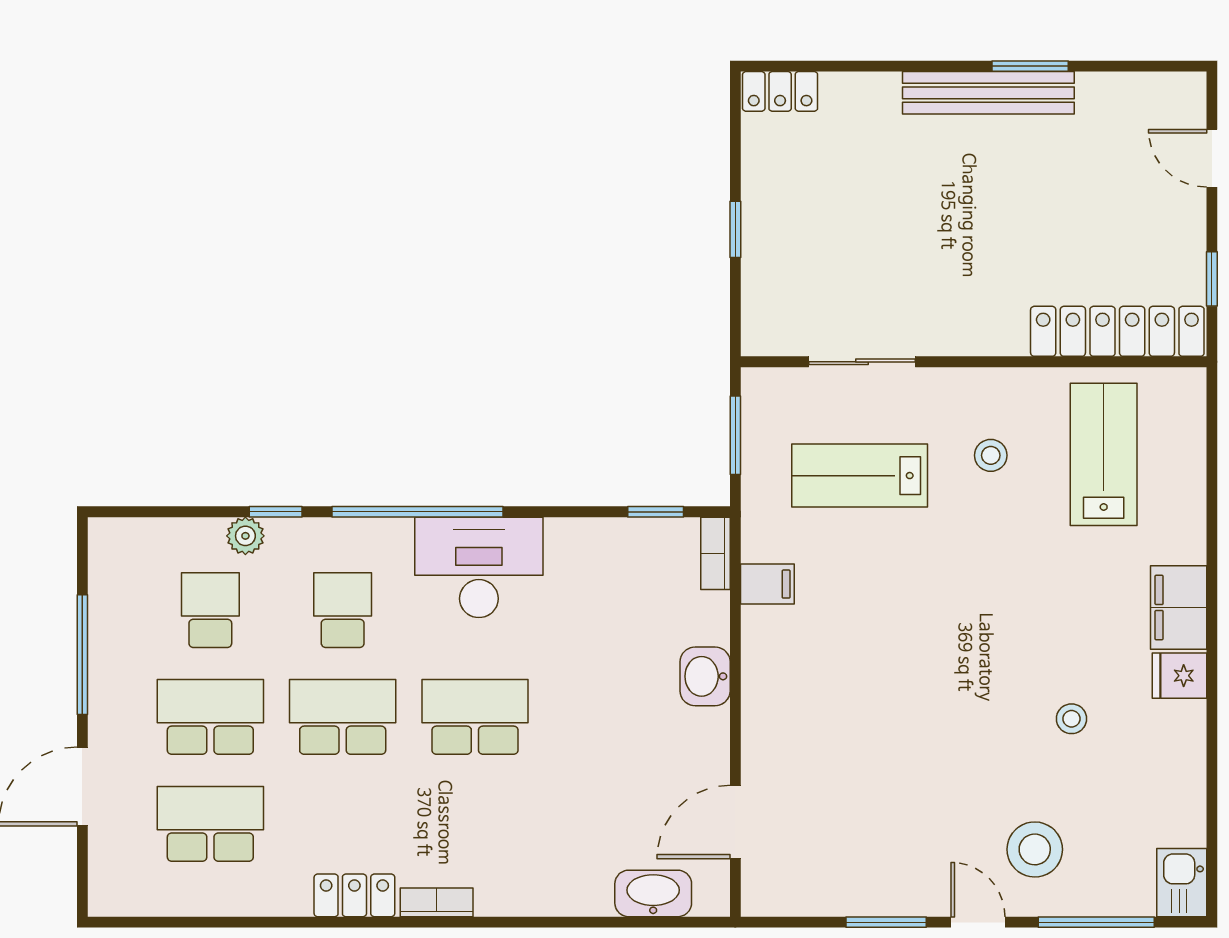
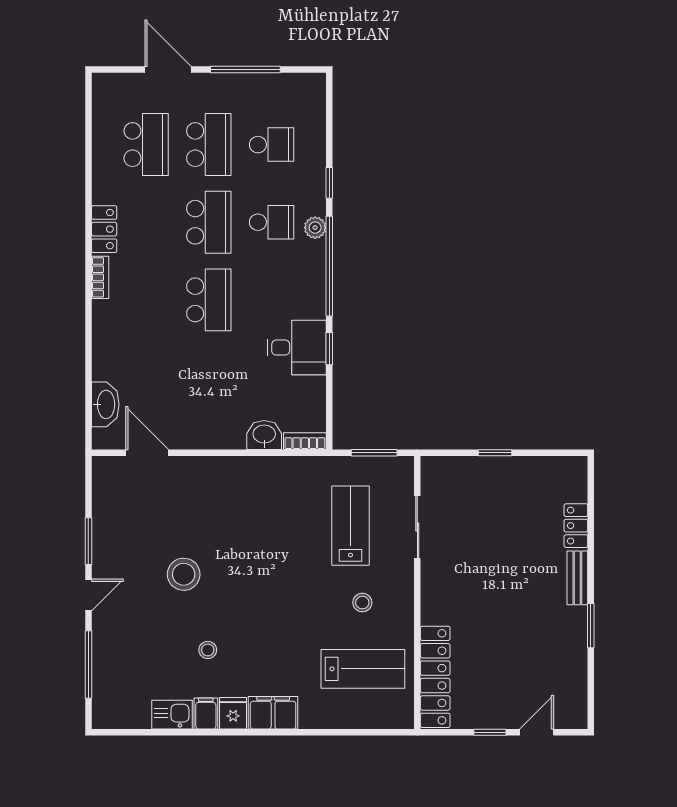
locker: (780, 91) -> (576, 526), moved
bench: (988, 93) -> (577, 578), width x0.54, depth x0.82
window: (1212, 279) -> (490, 732), moved
window: (656, 512) -> (329, 349), moved
plant: (245, 536) -> (315, 228), moved
desk: (479, 567) -> (297, 348), moved, width x0.73
filing cabinet: (767, 584) -> (206, 713), moved, turned 180
washbasin: (705, 676) -> (264, 435), moved
stool: (1035, 849) -> (184, 574), moved
kitchen sink: (1182, 883) -> (172, 715), moved

